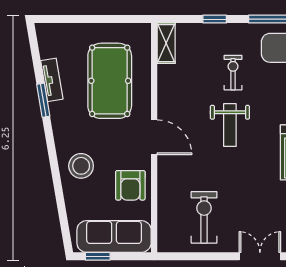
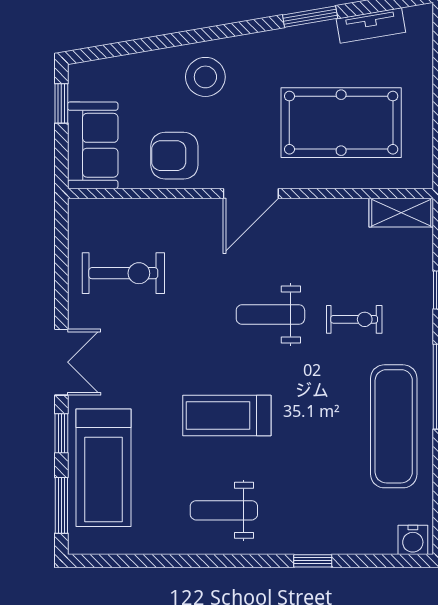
tv unit: (52, 80) -> (371, 25), moved
sofa: (114, 237) -> (93, 145), width x0.73

